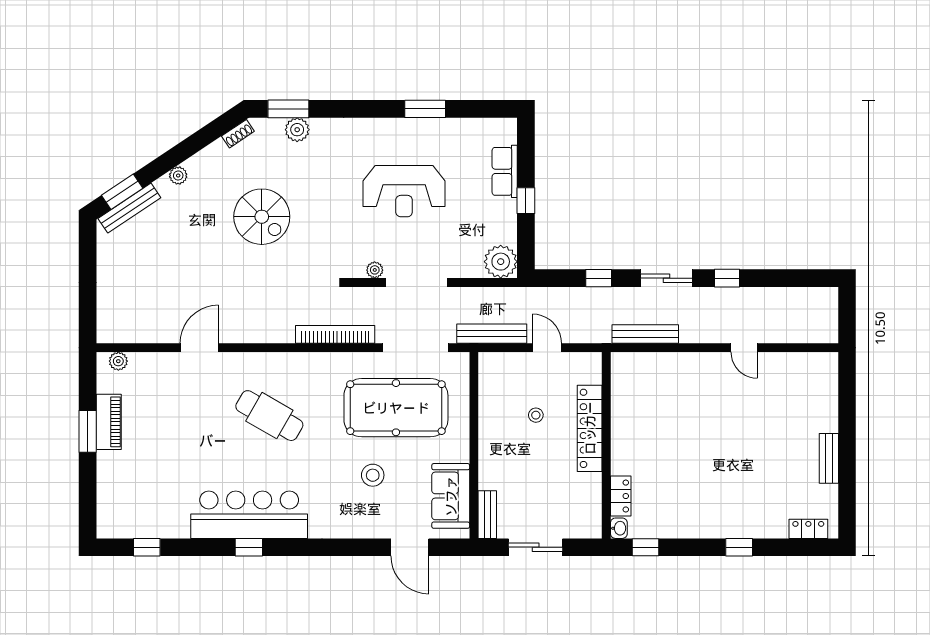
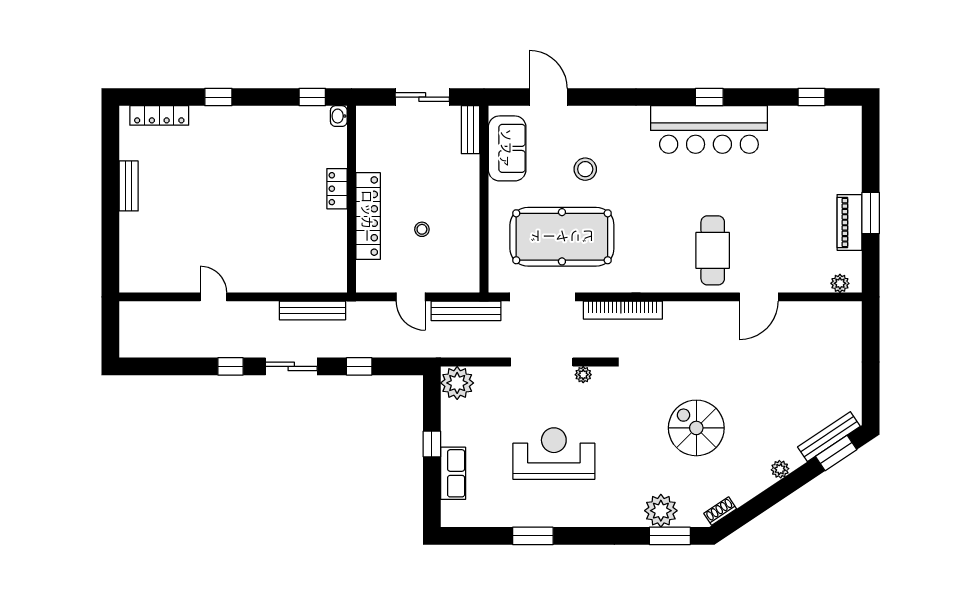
plant: (297, 130) -> (661, 511), width x1.36, depth x1.36
cafe table: (269, 416) -> (713, 250), moved, turned 60
locker: (621, 496) -> (337, 189), moved
locker: (808, 529) -> (159, 115), width x1.53

